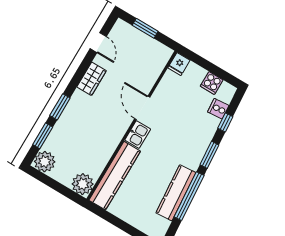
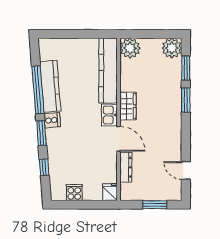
dresser: (151, 78) -> (126, 167), added
wardrobe: (92, 79) -> (128, 106), moved, turned 180
cooker: (218, 109) -> (52, 120), moved

